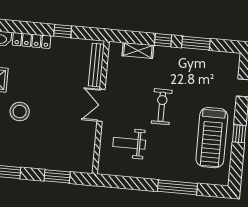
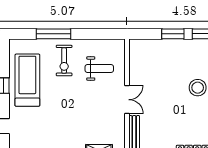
exercise bike: (162, 107) -> (64, 61), moved
window: (57, 176) -> (173, 34), moved

